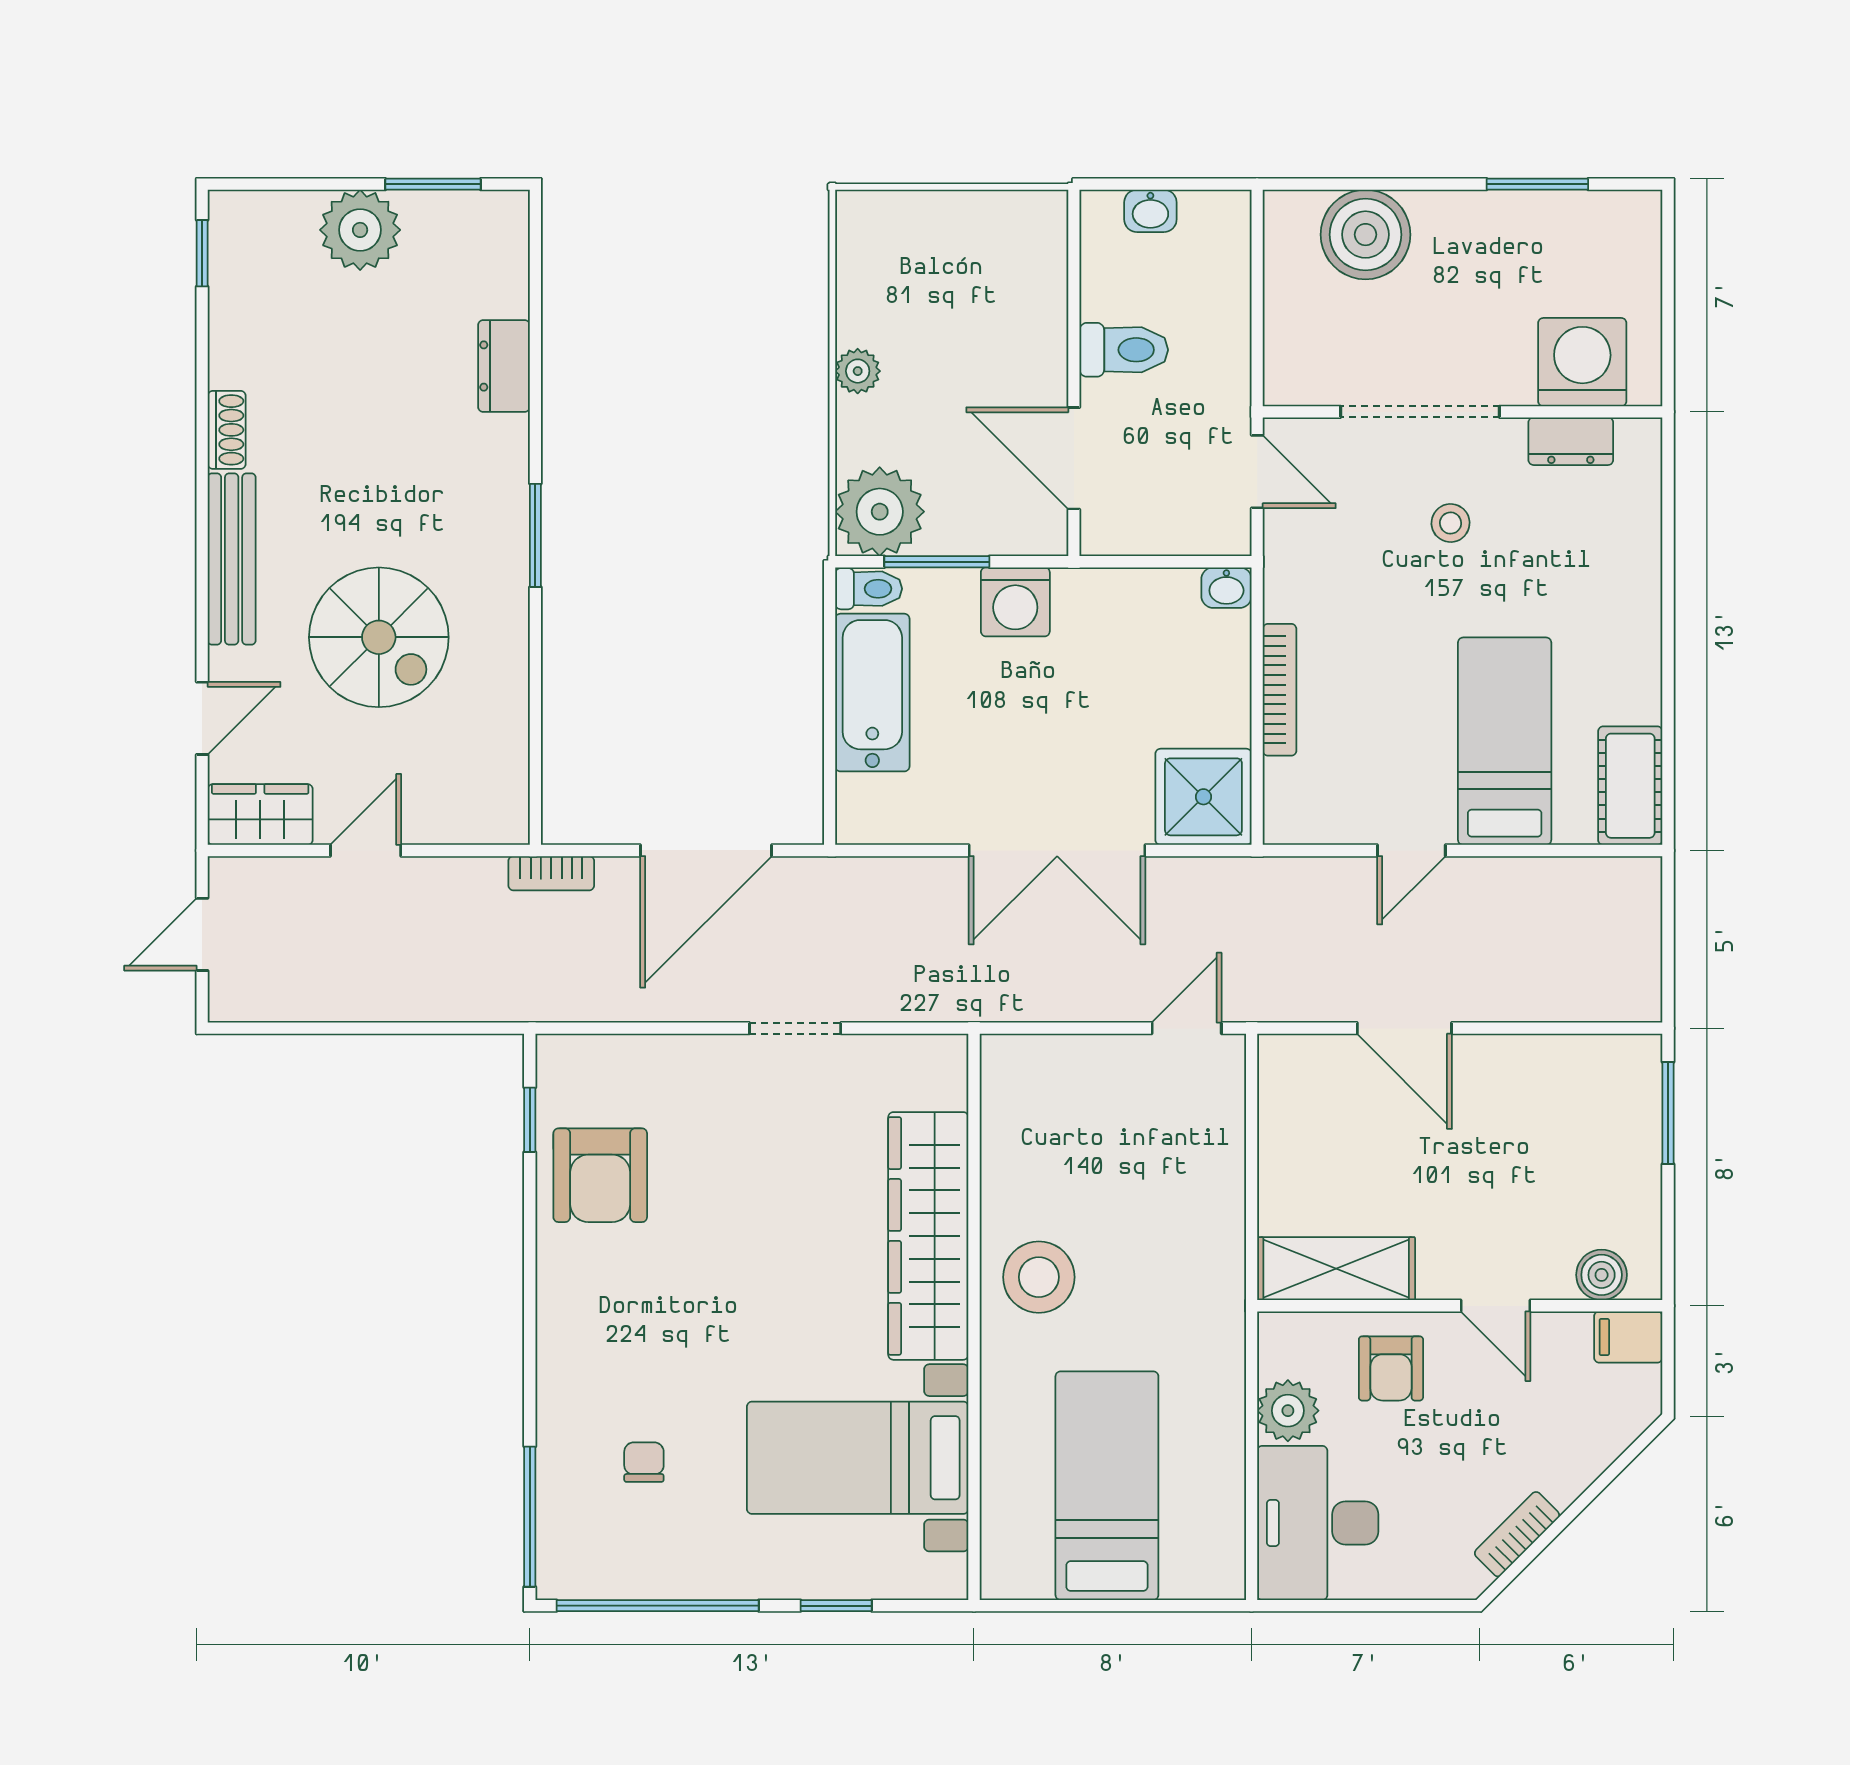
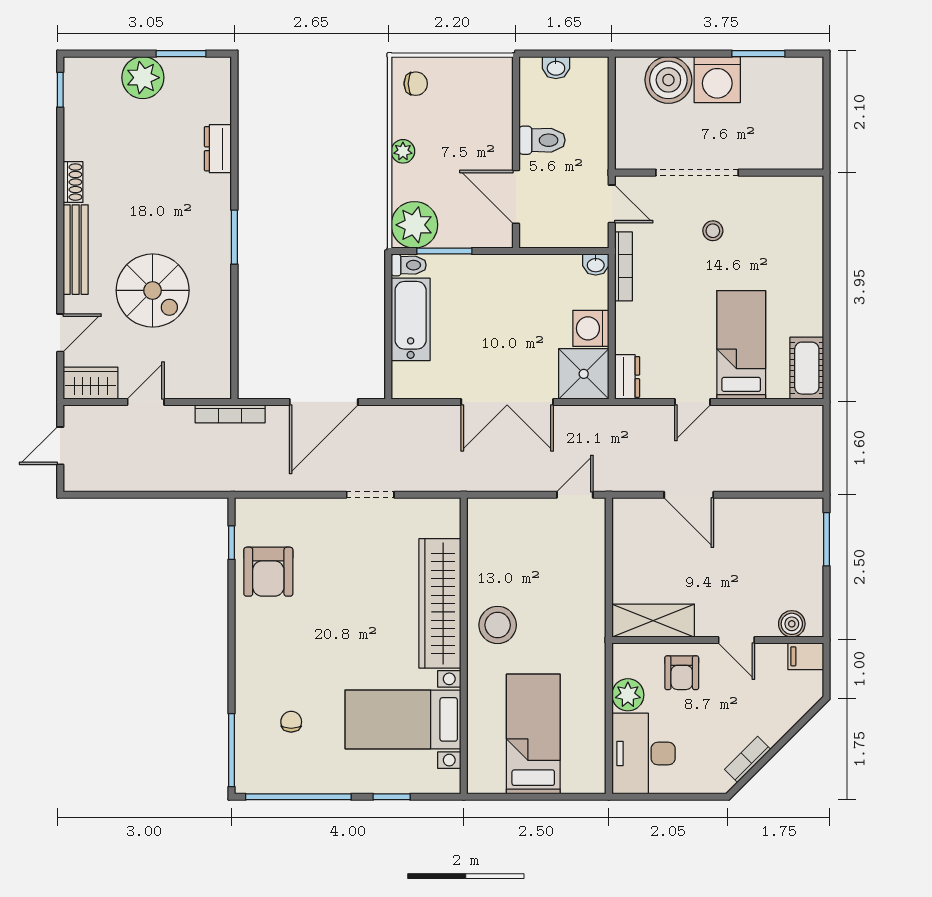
chair: (882, 242) -> (416, 84), added
washing machine: (1582, 362) -> (717, 80), moved, turned 180
dresser: (1571, 441) -> (627, 377), moved, turned -90
washing machine: (1015, 602) -> (591, 328), moved, turned 90
bookcase: (1280, 690) -> (623, 266), moved
bookcase: (551, 873) -> (230, 414), width x1.56

